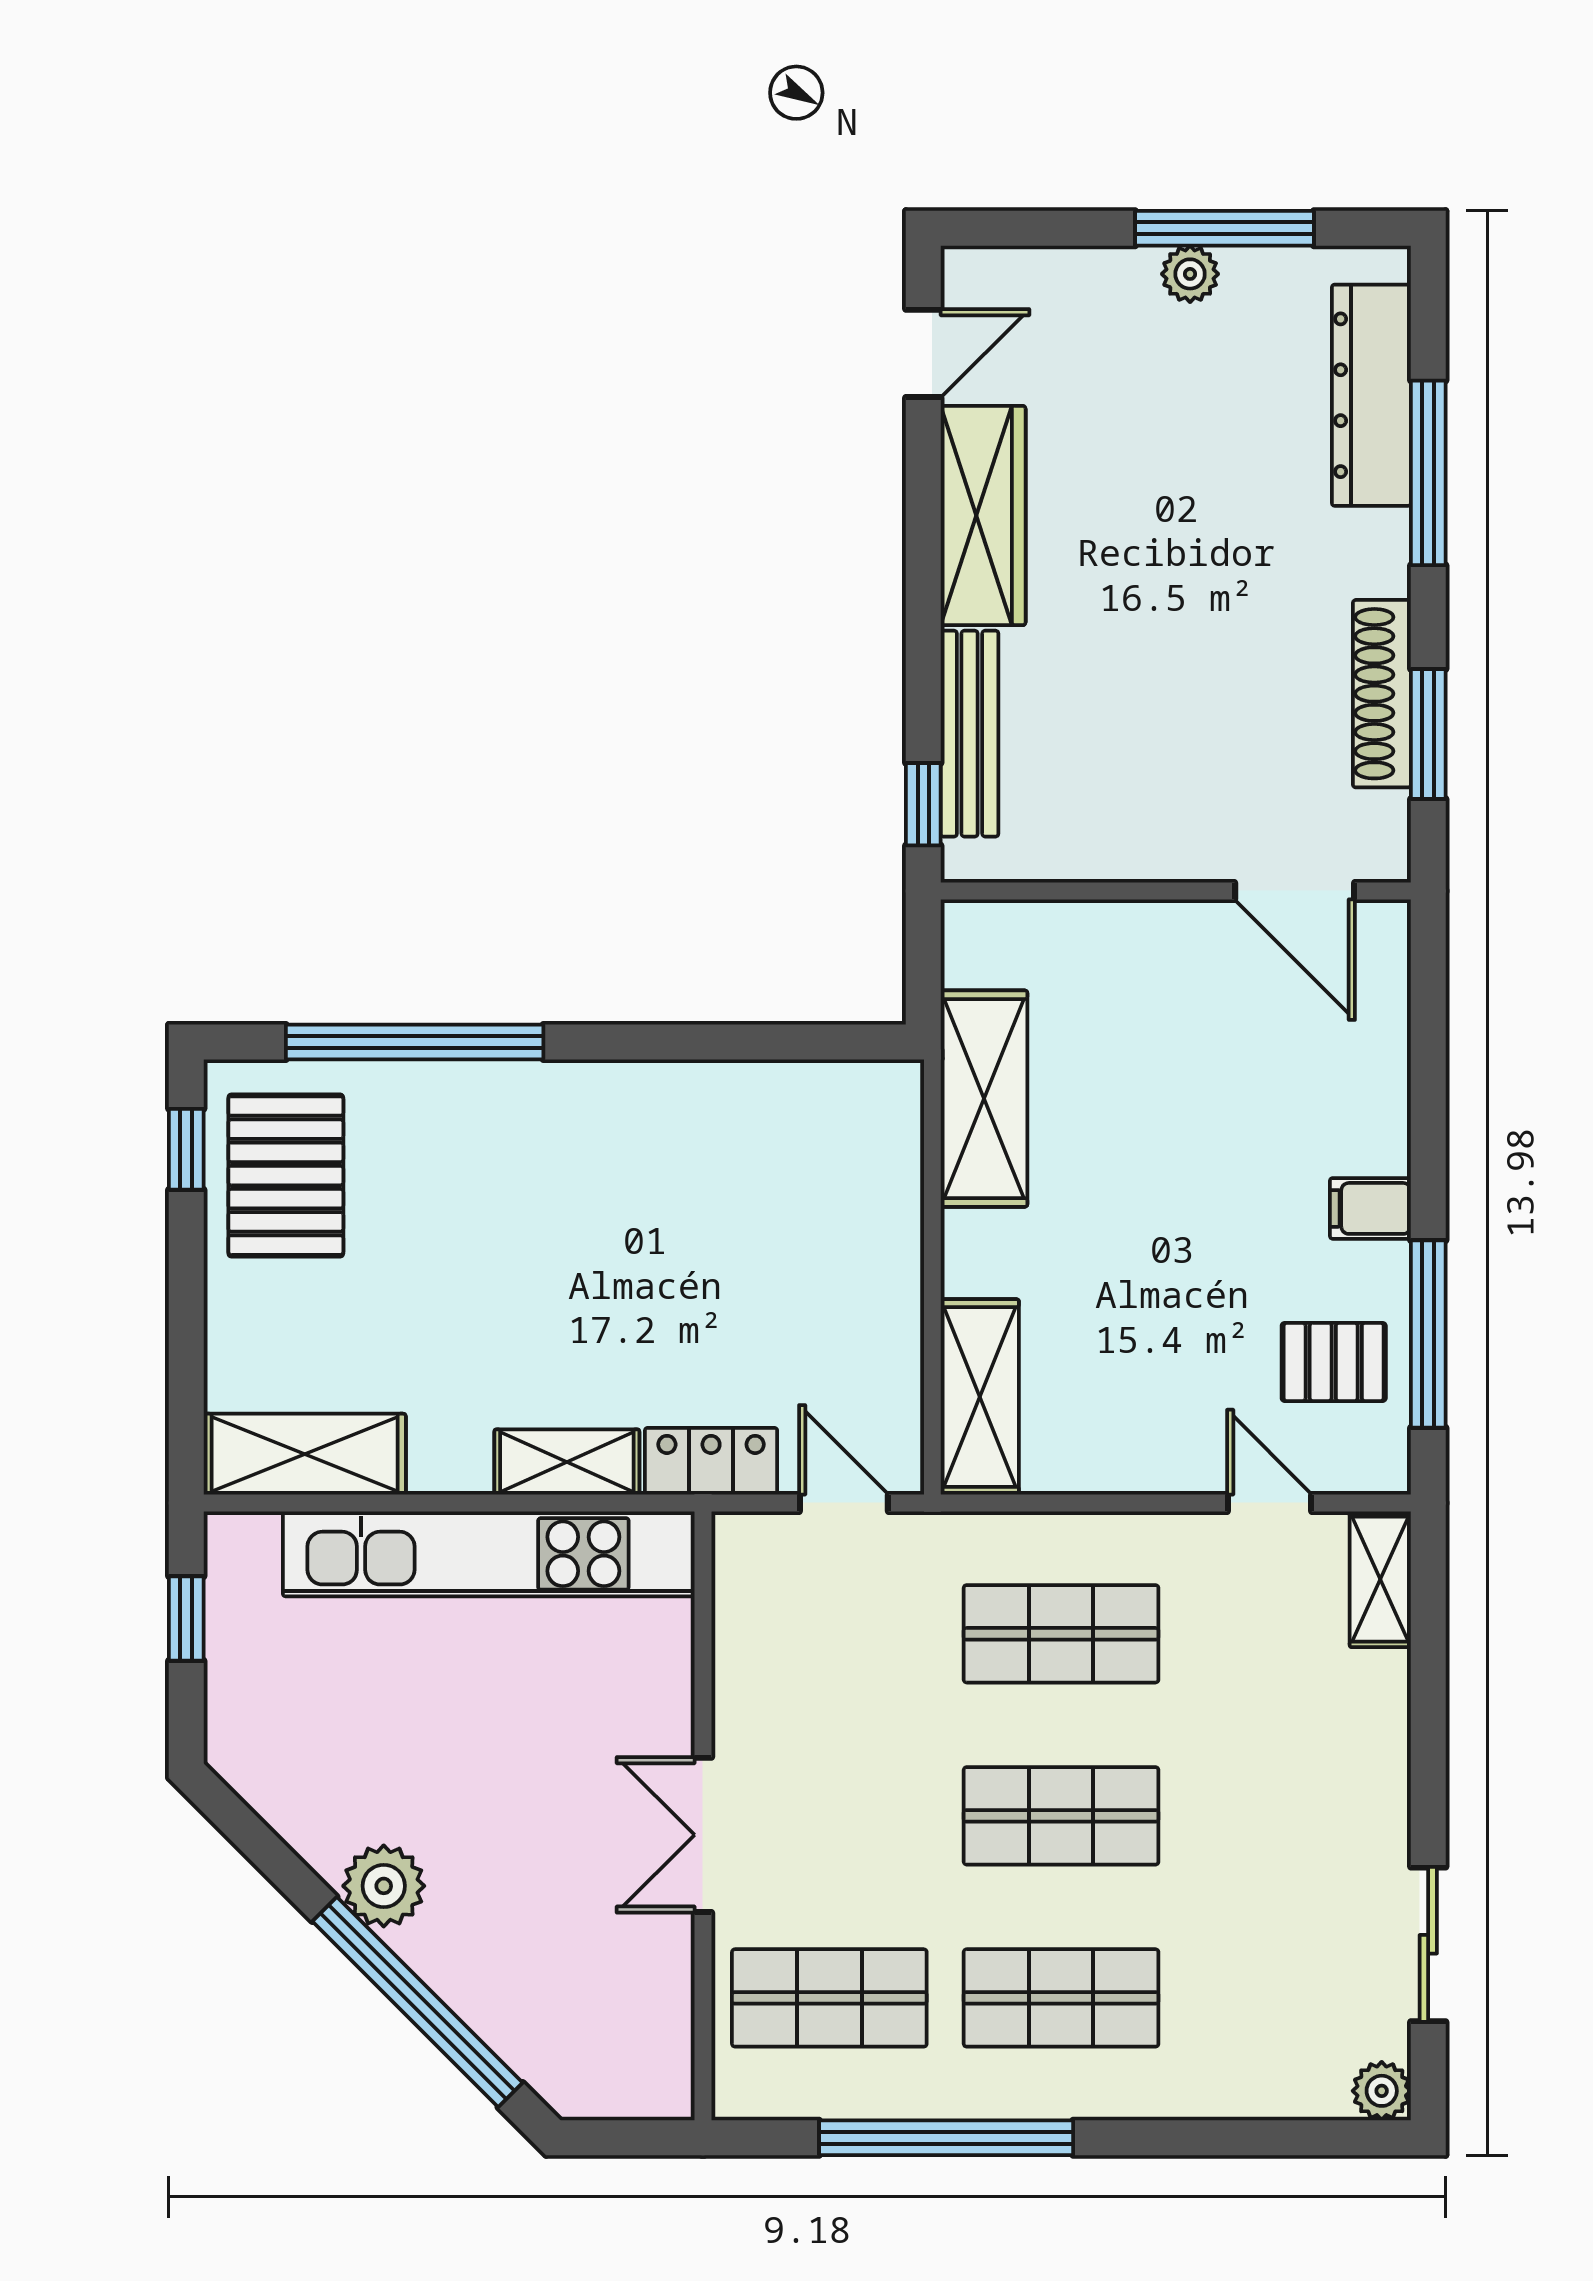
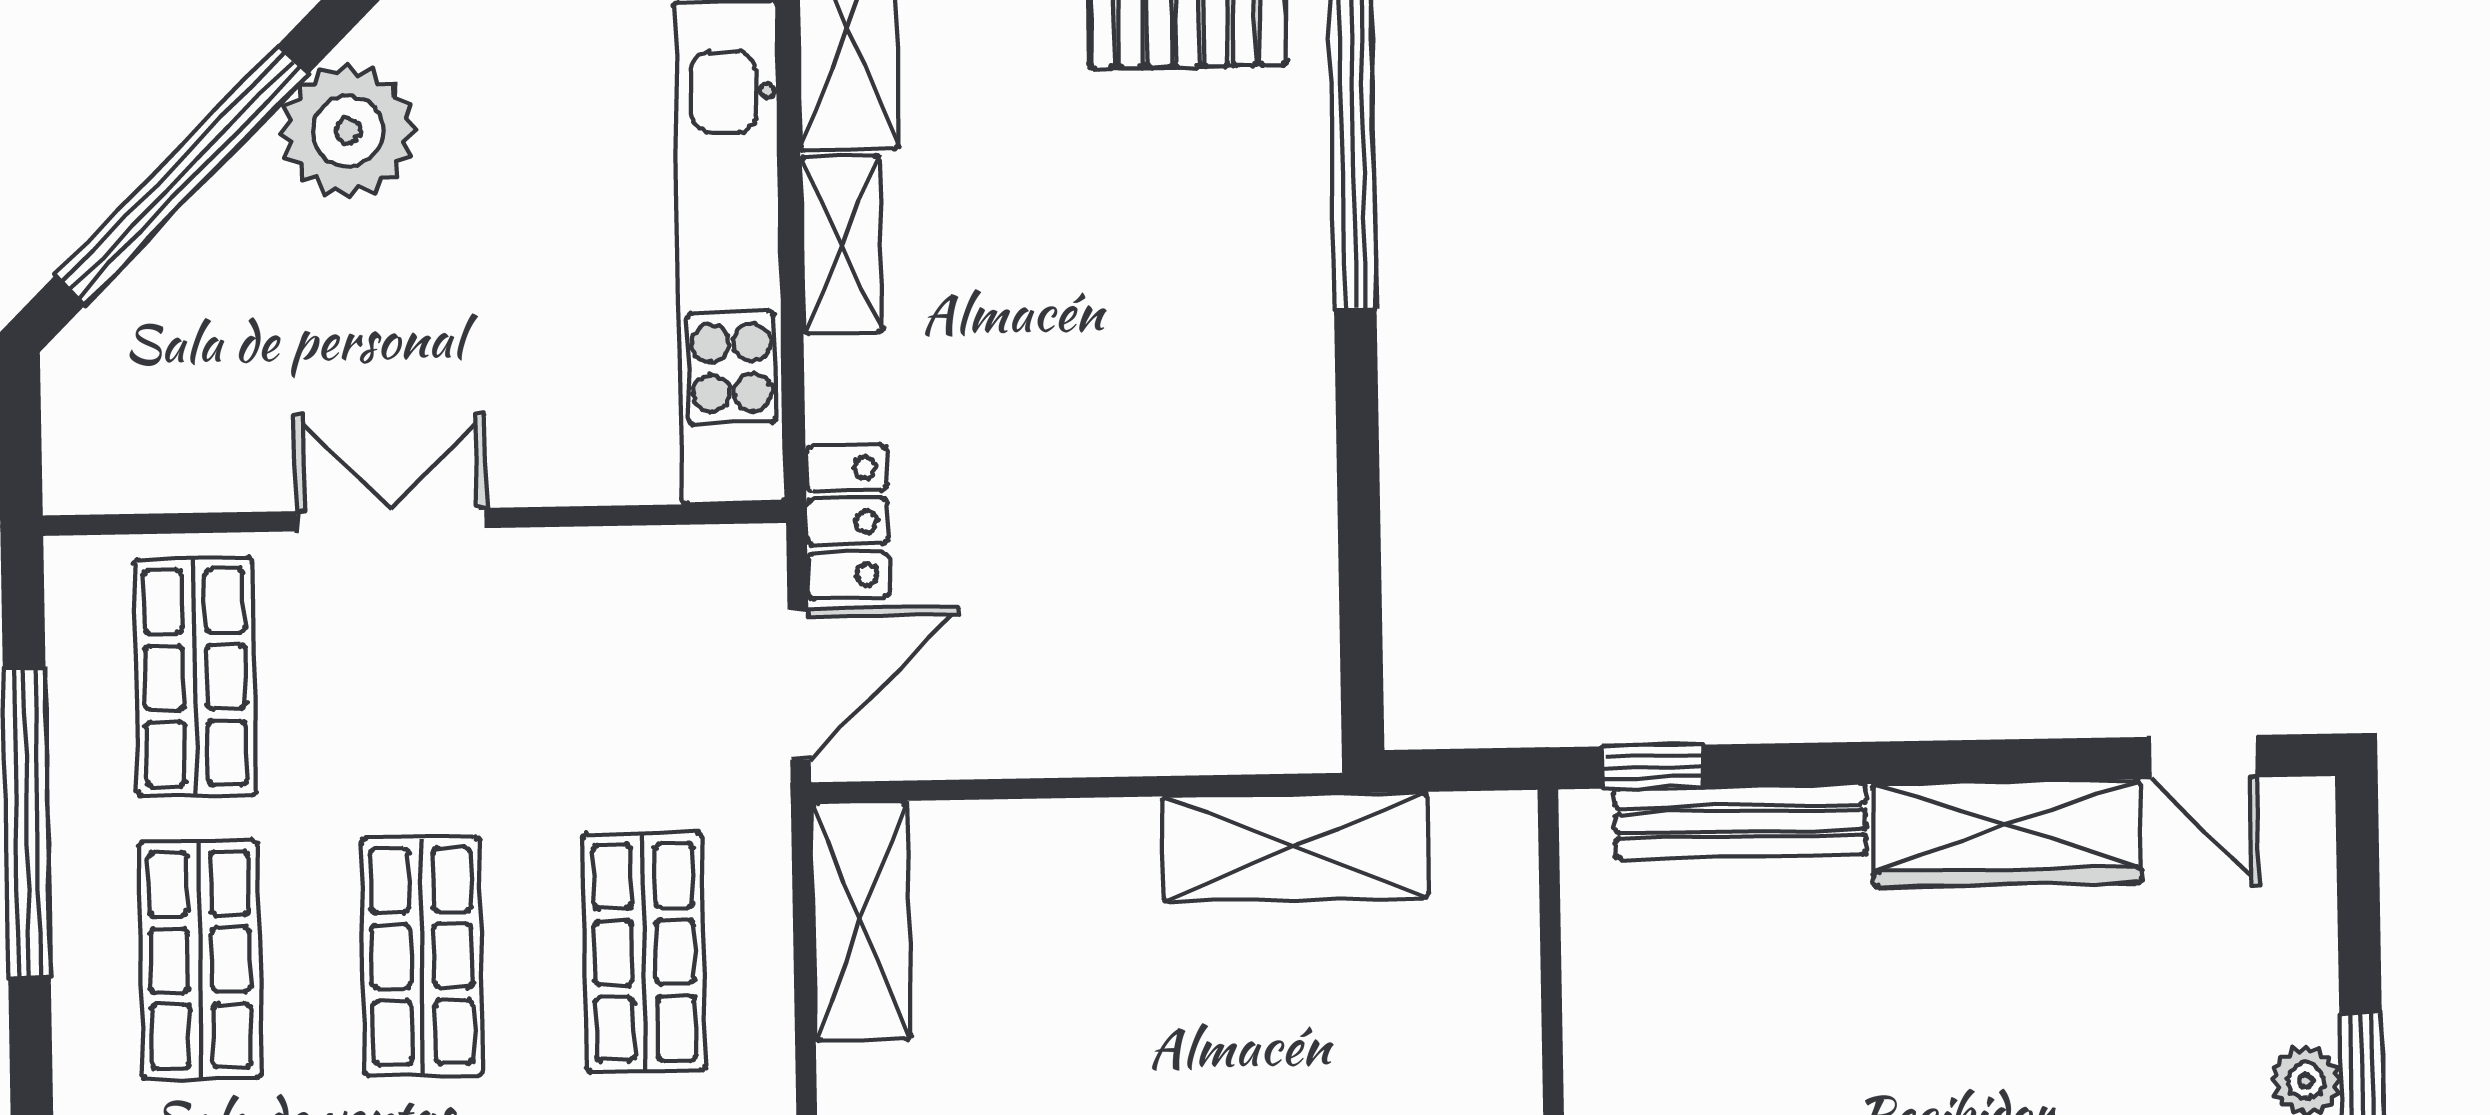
shelving: (980, 1397) -> (861, 921), moved, turned 90
shelving: (567, 1462) -> (842, 244), moved
door: (844, 1503) -> (799, 684), width x1.38
plant: (384, 1886) -> (348, 131), width x1.36, depth x1.36

